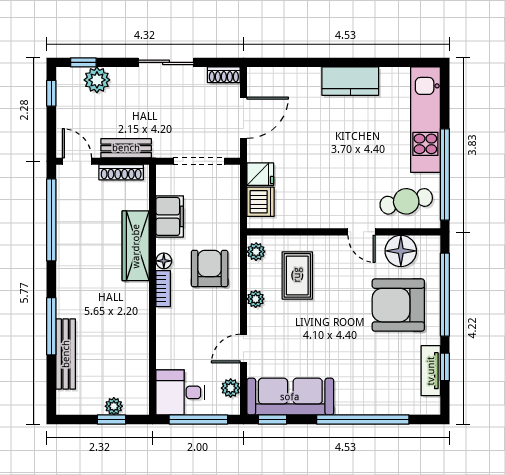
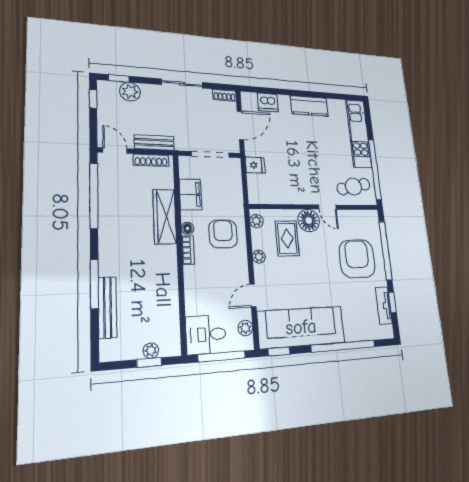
dishwasher: (261, 202) -> (268, 102), moved, turned 90
floor lamp: (401, 251) -> (309, 221), moved
armchair: (398, 305) -> (357, 259), turned 90
sofa: (290, 397) -> (301, 327), width x1.36, depth x1.27

